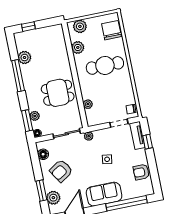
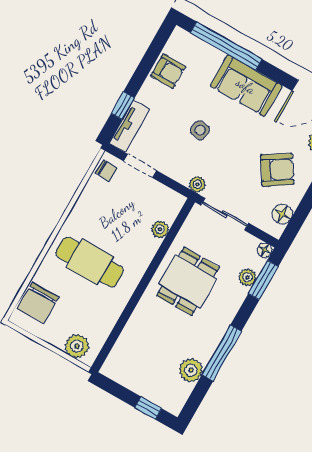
plant: (78, 47) -> (105, 320), removed
dining table: (58, 93) -> (188, 281), turned 90

